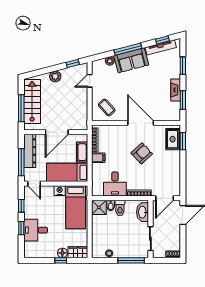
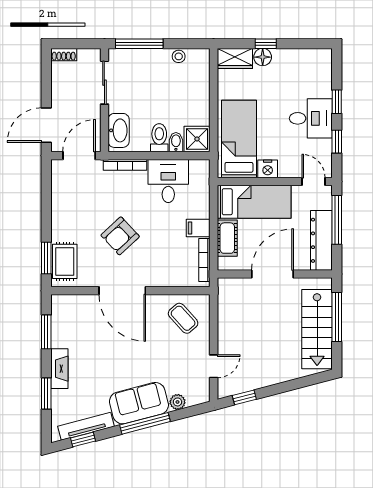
plant: (55, 76) -> (276, 374), removed
fireplace: (176, 90) -> (59, 369), moved
desk: (36, 230) -> (311, 118), moved

